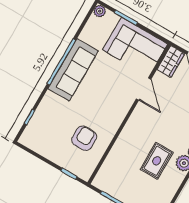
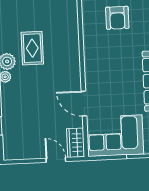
armchair: (84, 138) -> (117, 18), moved

